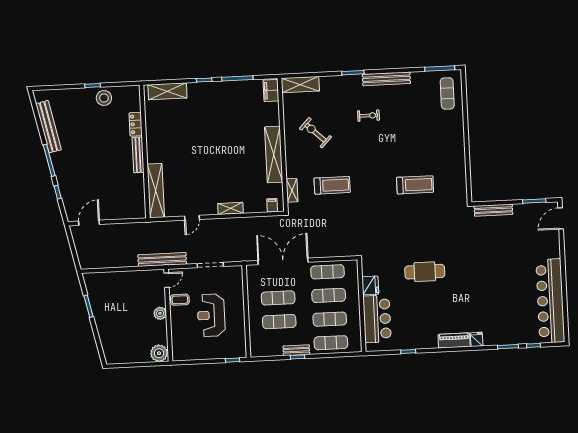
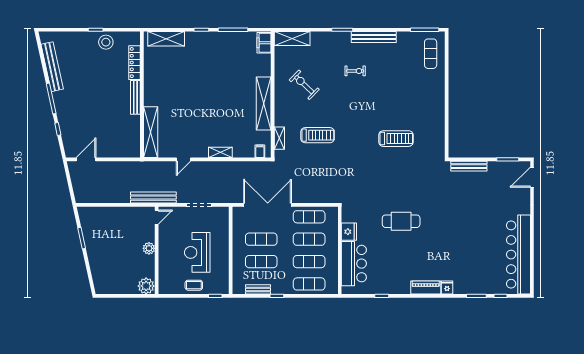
locker: (136, 124) -> (135, 63), width x1.53
coffee table: (180, 300) -> (194, 285), moved
bench: (296, 350) -> (258, 289), moved

